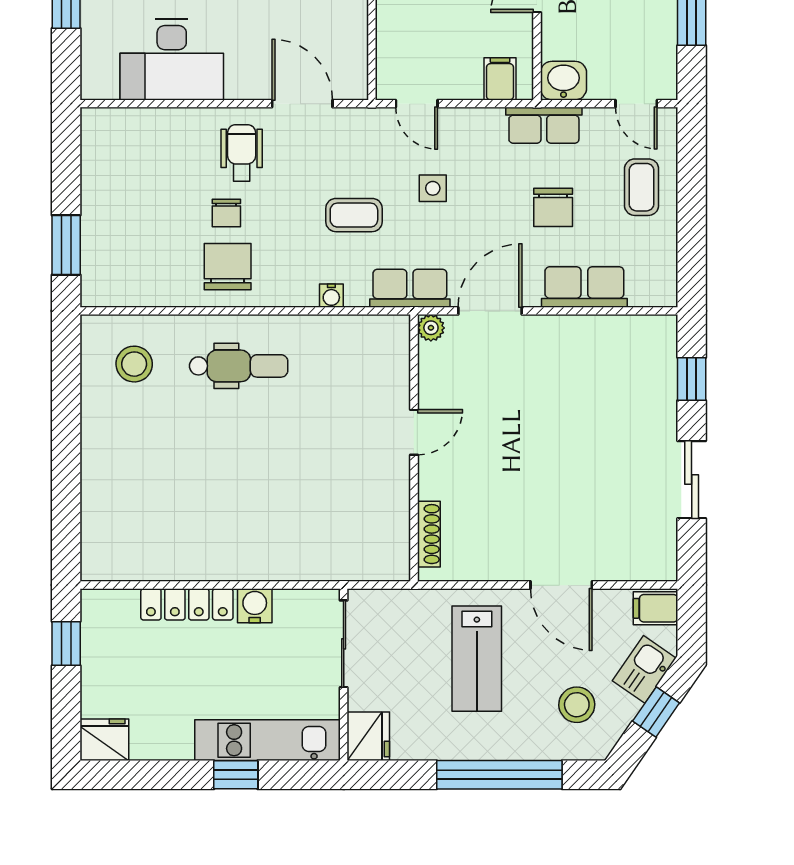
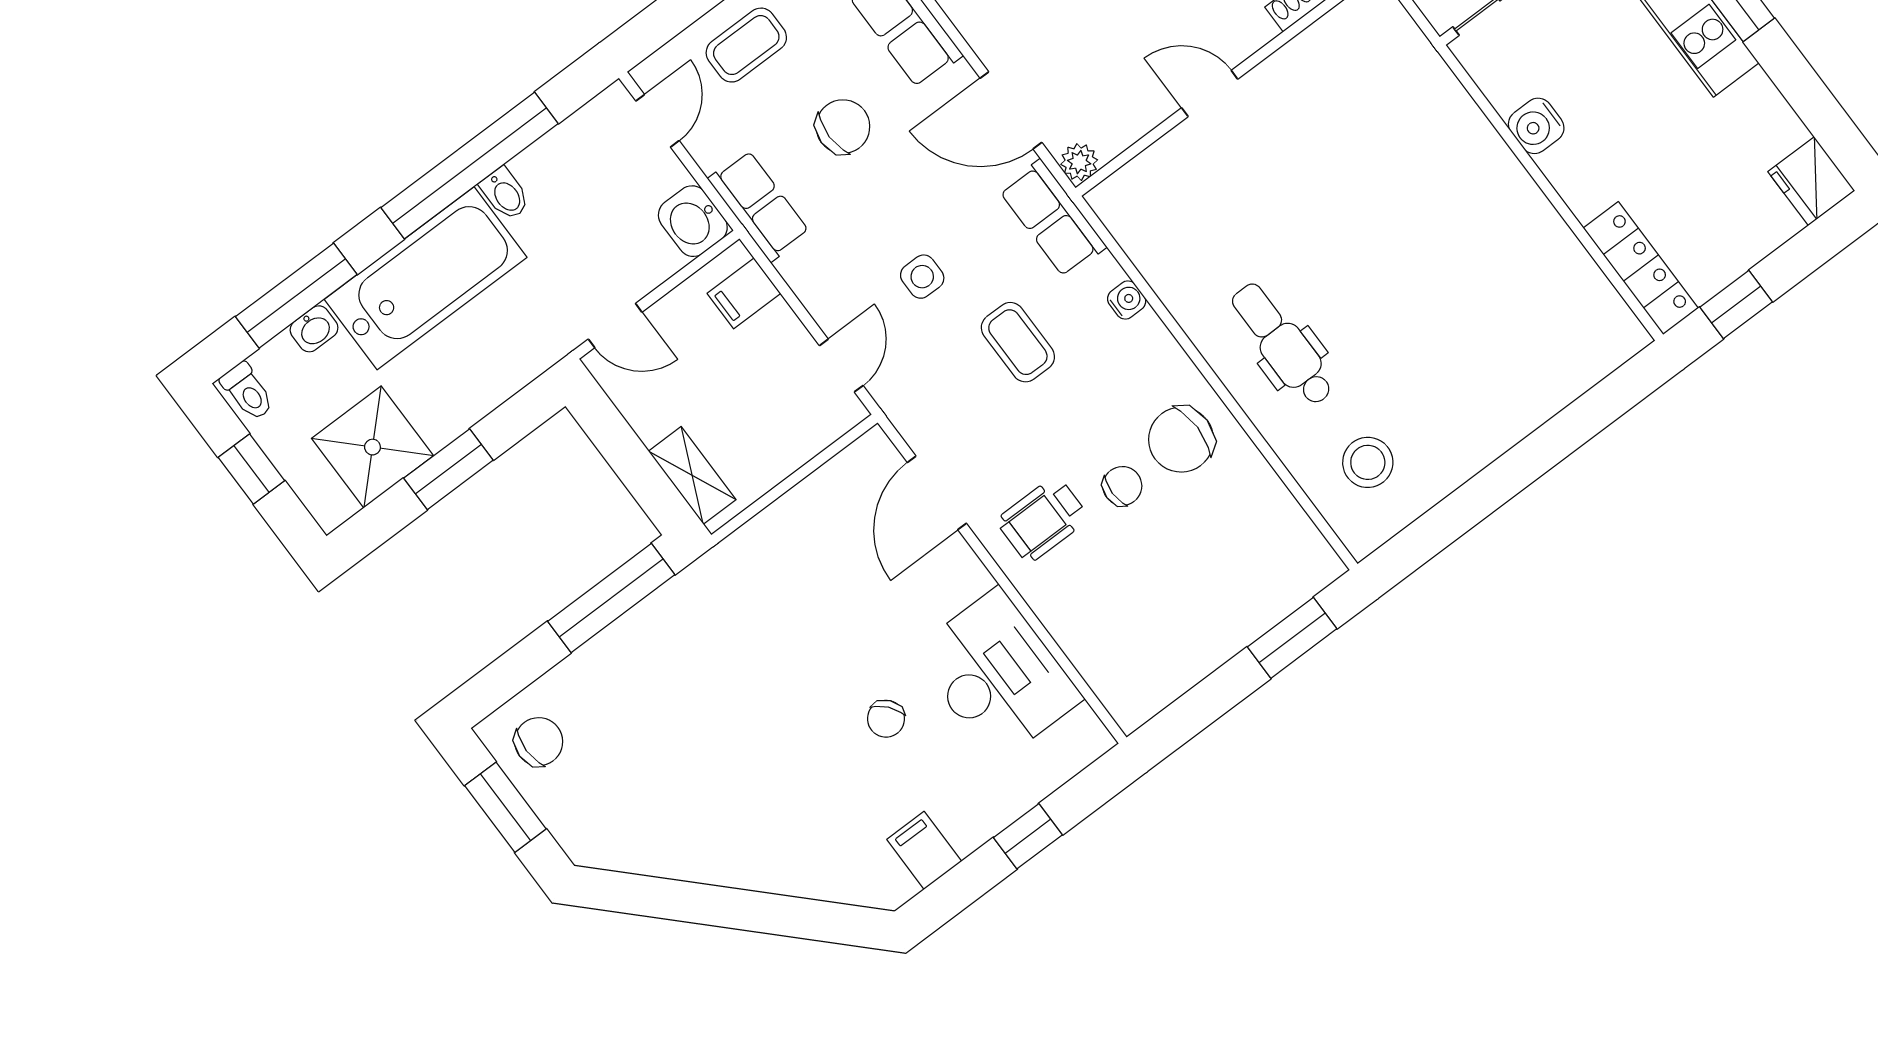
locker: (187, 604) -> (1641, 268), moved

